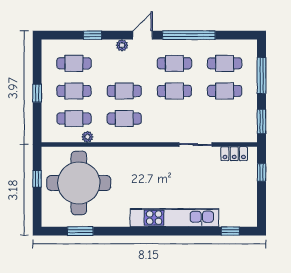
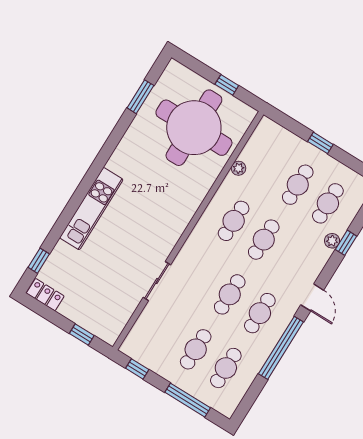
plant: (122, 45) -> (332, 241), moved
cafe table: (74, 119) -> (268, 166), removed
window: (262, 122) -> (137, 369), width x0.67
locker: (234, 154) -> (45, 295), moved, turned 90
kitchen unit: (174, 218) -> (91, 209), width x0.73

